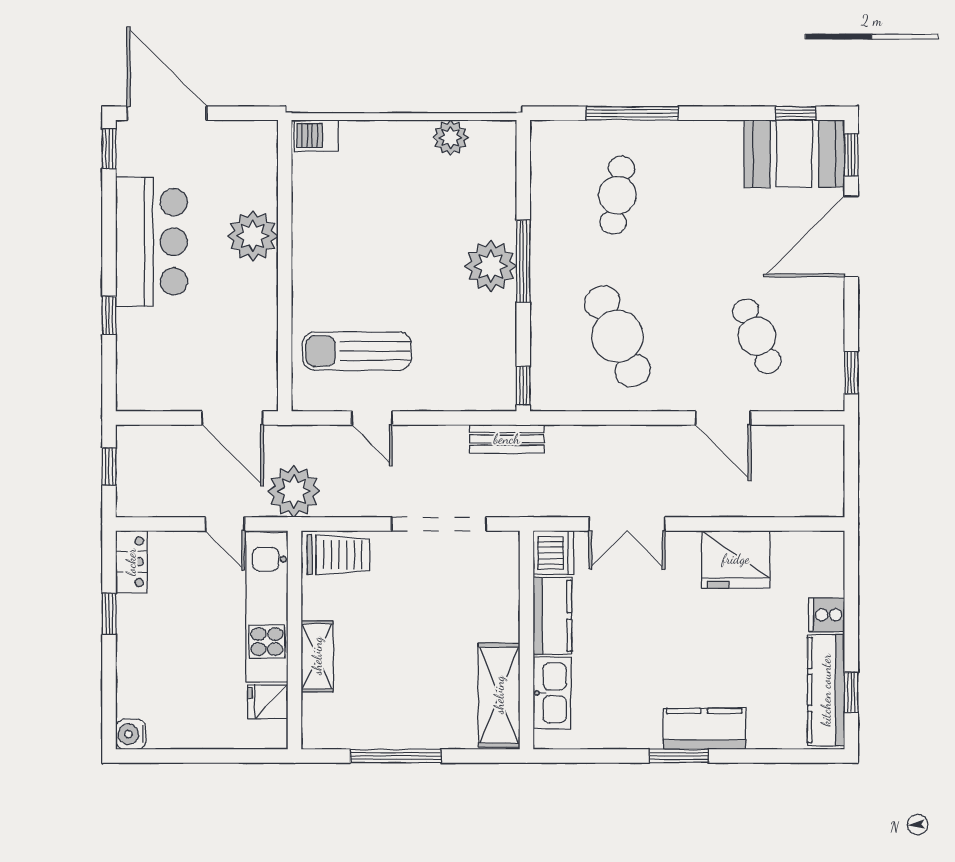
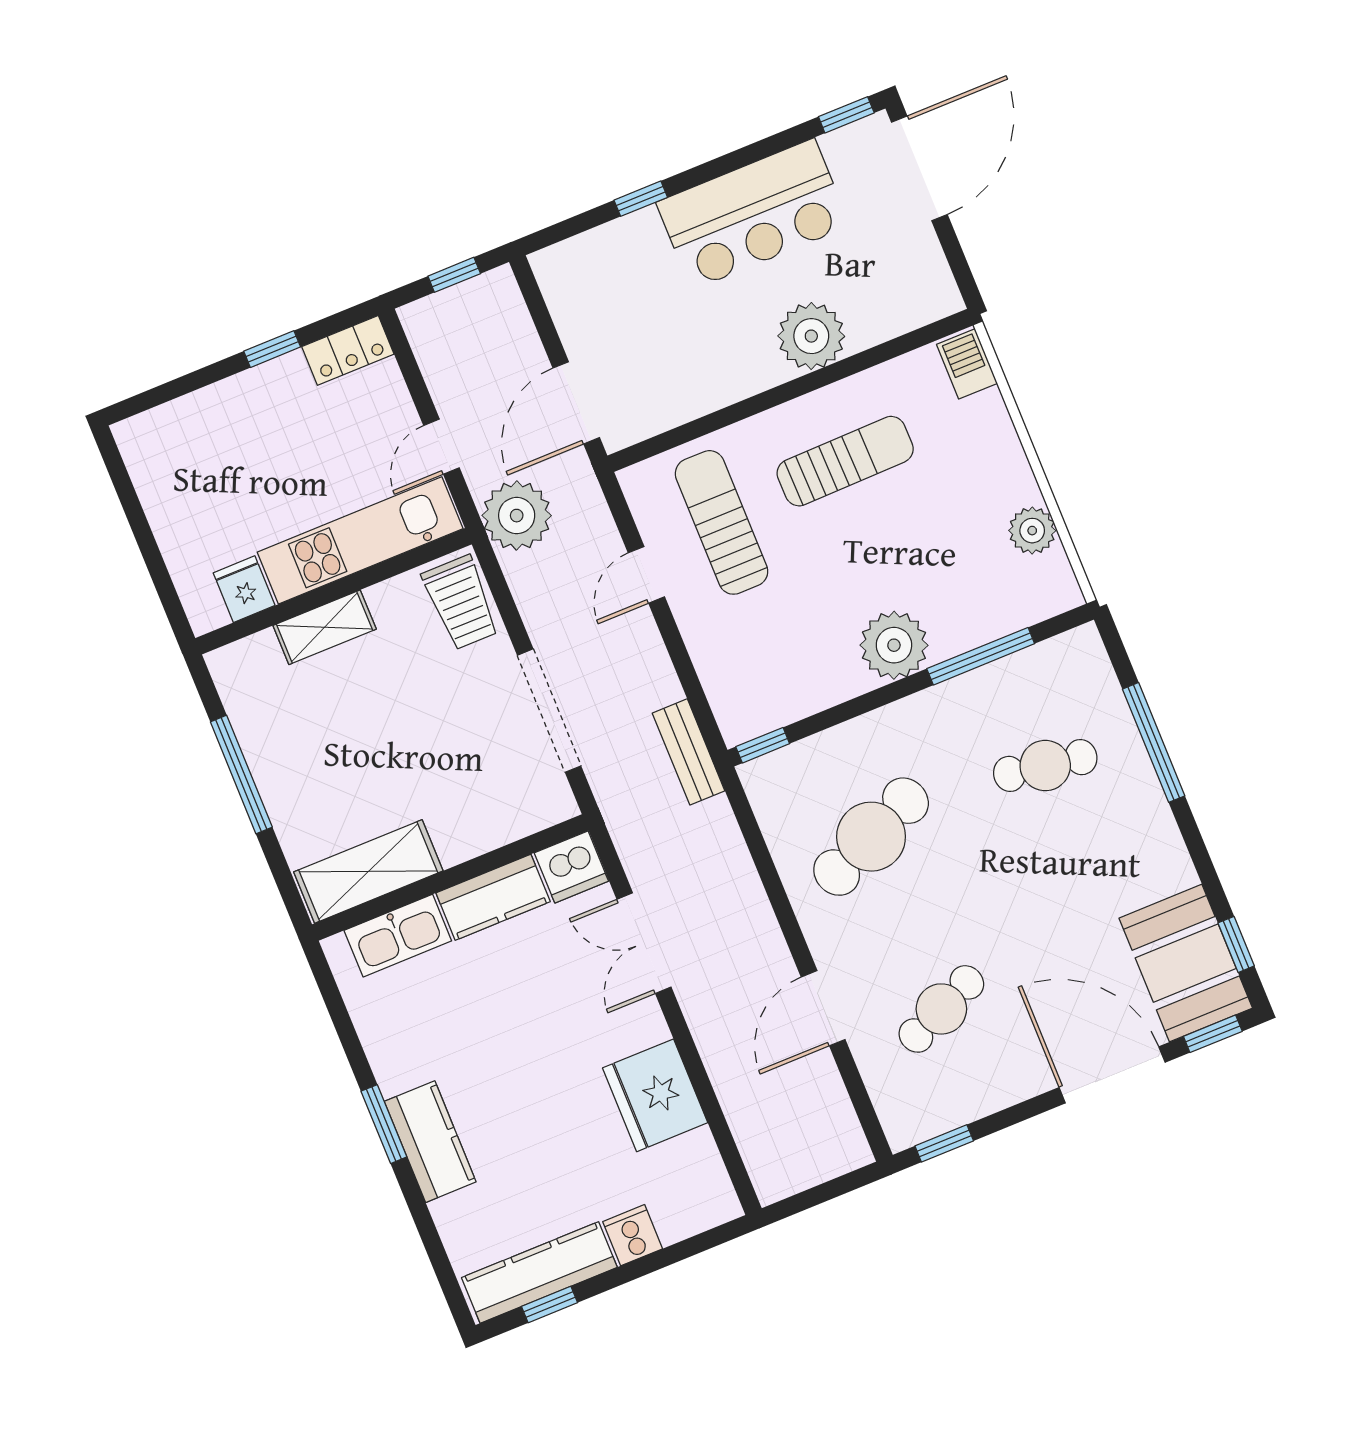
sun lounger: (349, 248) -> (845, 461), added
window: (523, 261) -> (981, 656), moved
water cooler: (131, 734) -> (135, 437), removed

